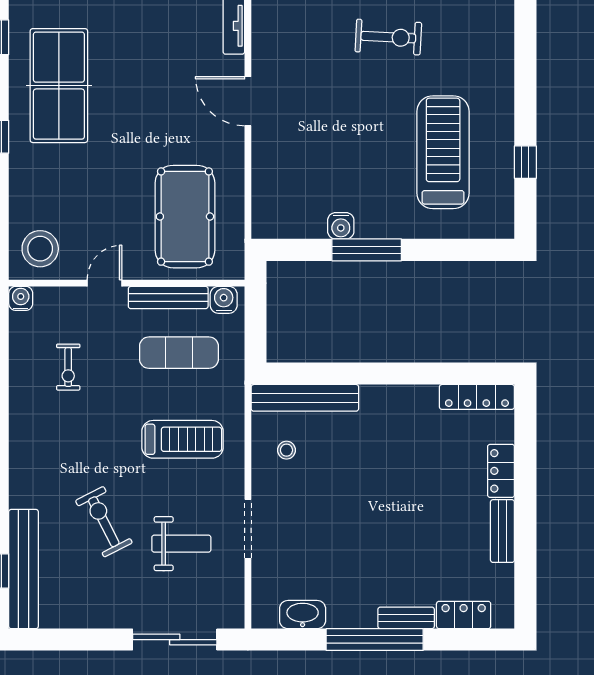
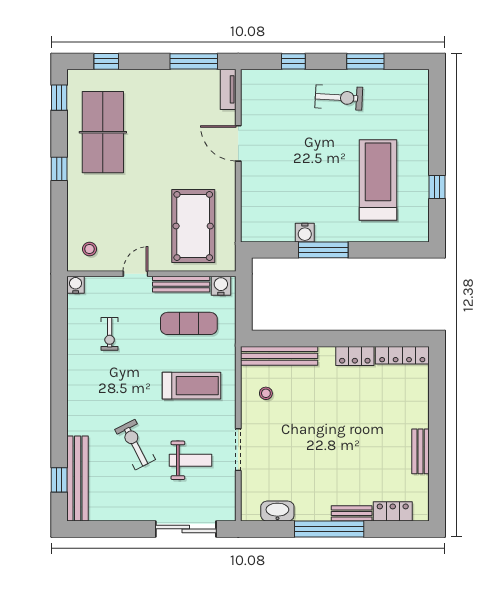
stool: (40, 249) -> (89, 249), width x0.53, depth x0.53
locker: (501, 471) -> (355, 356), moved, turned -90

